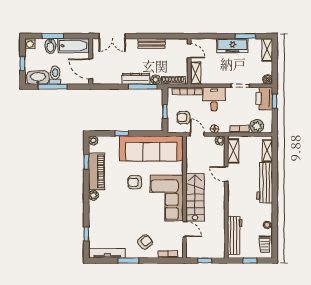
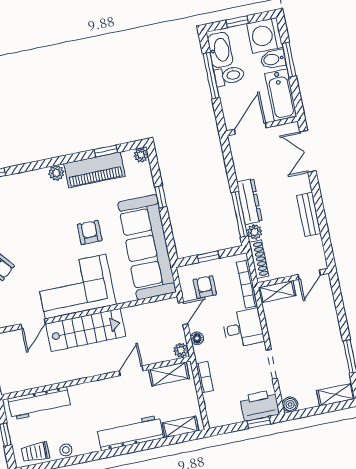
washing machine: (30, 44) -> (265, 35), width x1.89, depth x1.89
freezer: (232, 46) -> (331, 340), removed
plant: (257, 126) -> (215, 403), removed

